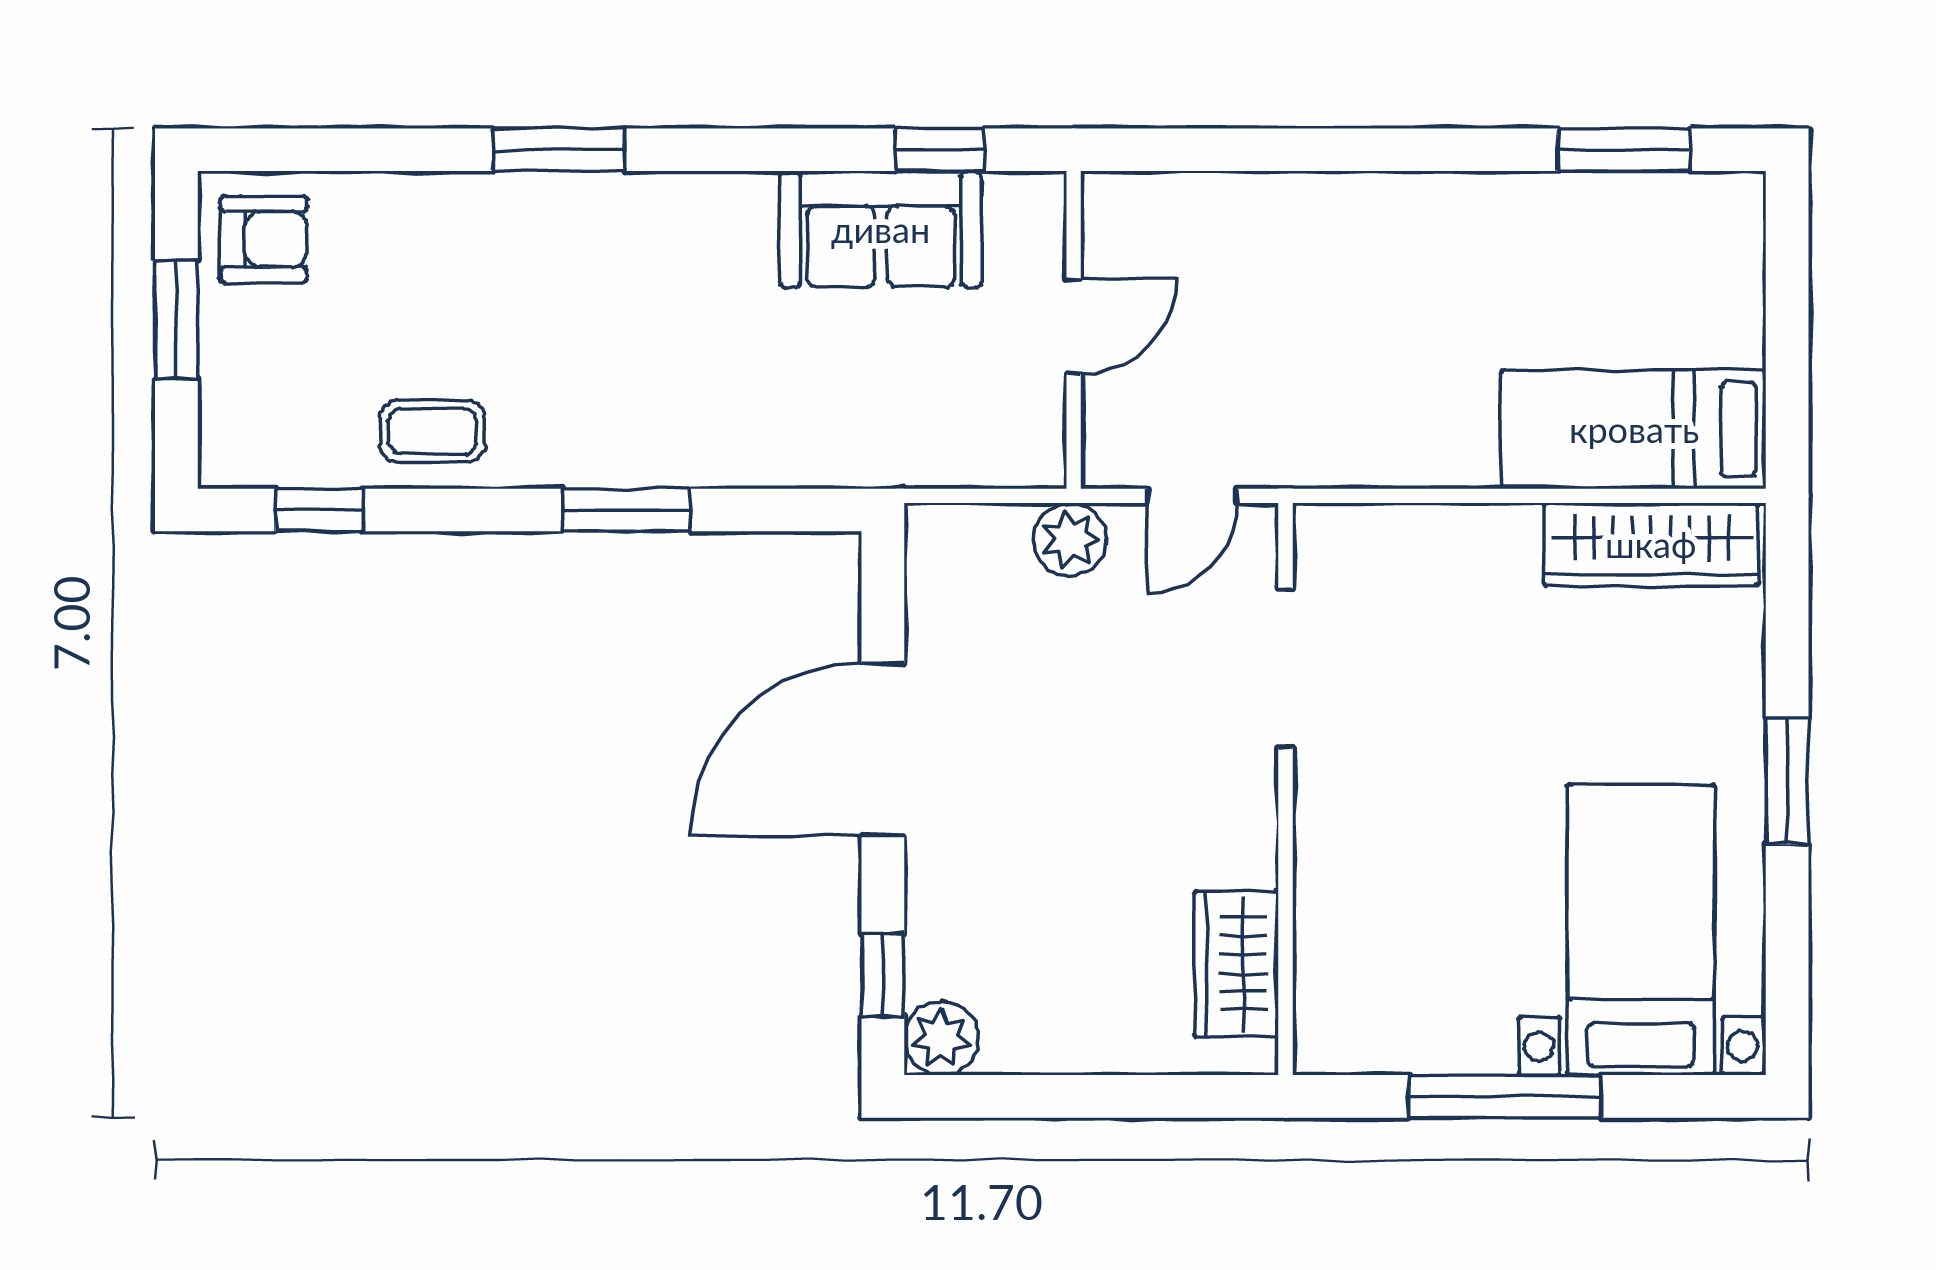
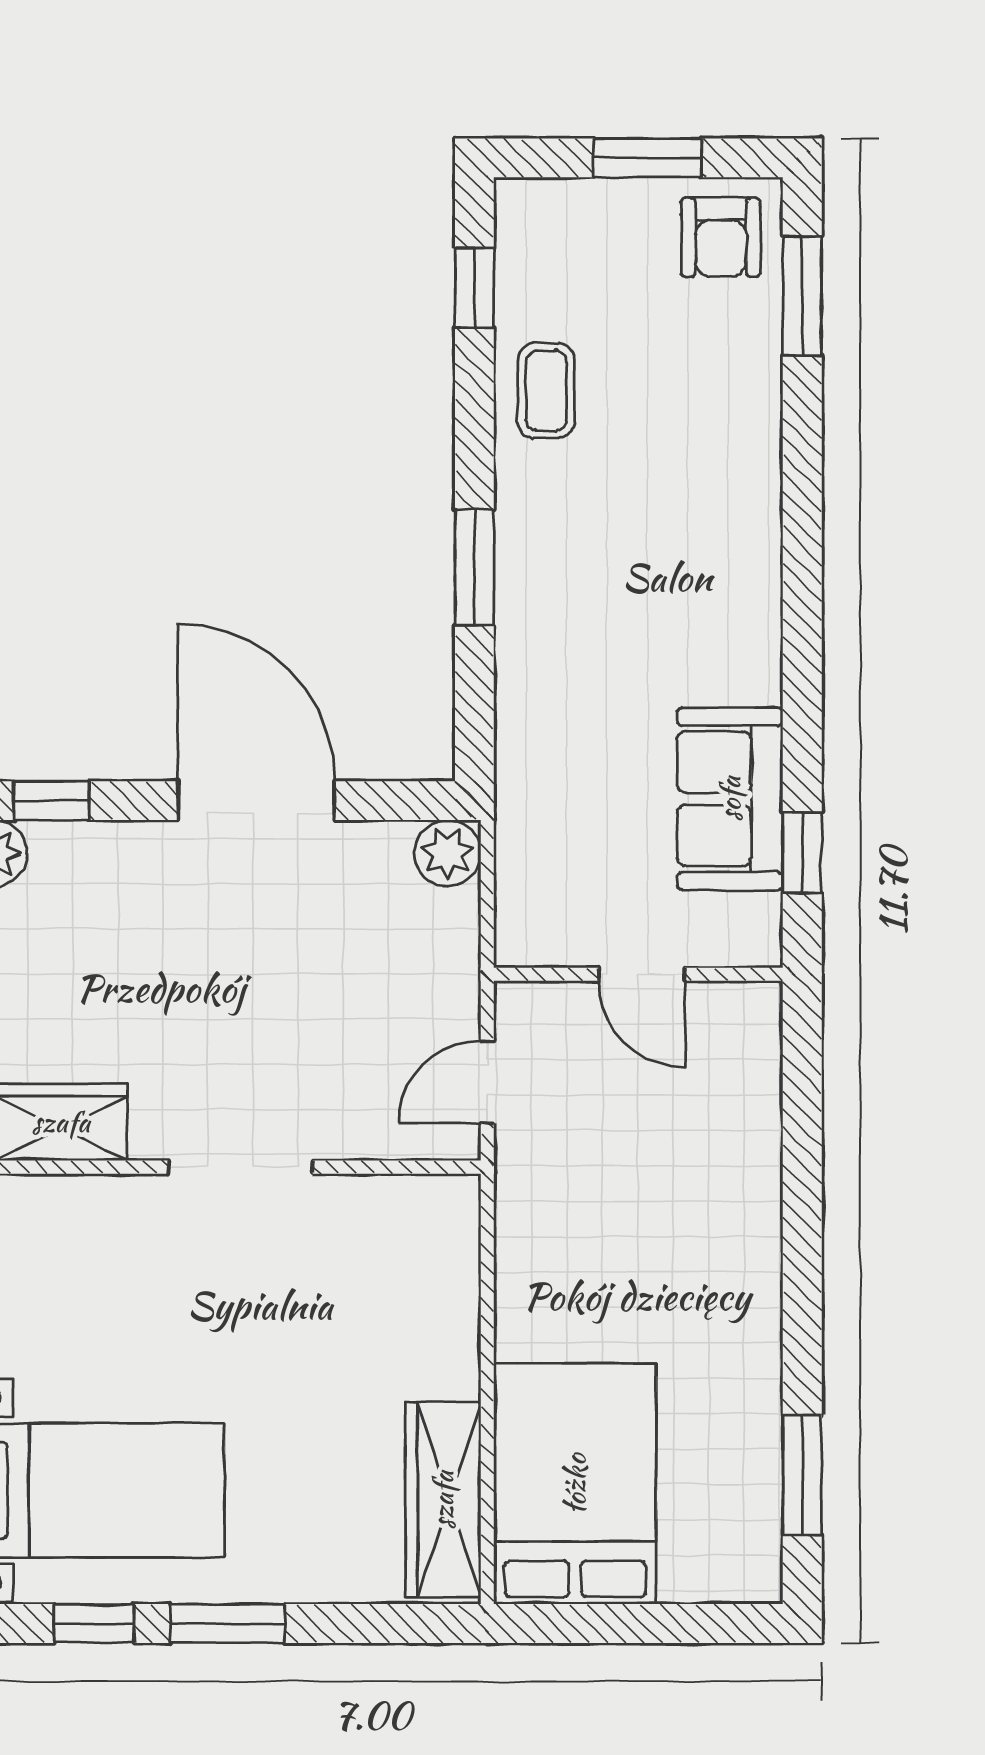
window: (559, 150) -> (802, 296), moved
bed: (1634, 429) -> (575, 1484), width x1.50
door: (1192, 496) -> (487, 1082), hinge flipped
plant: (1070, 540) -> (448, 853), moved
doorway: (1286, 668) -> (241, 1167), moved
window: (1787, 928) -> (94, 1624), added

